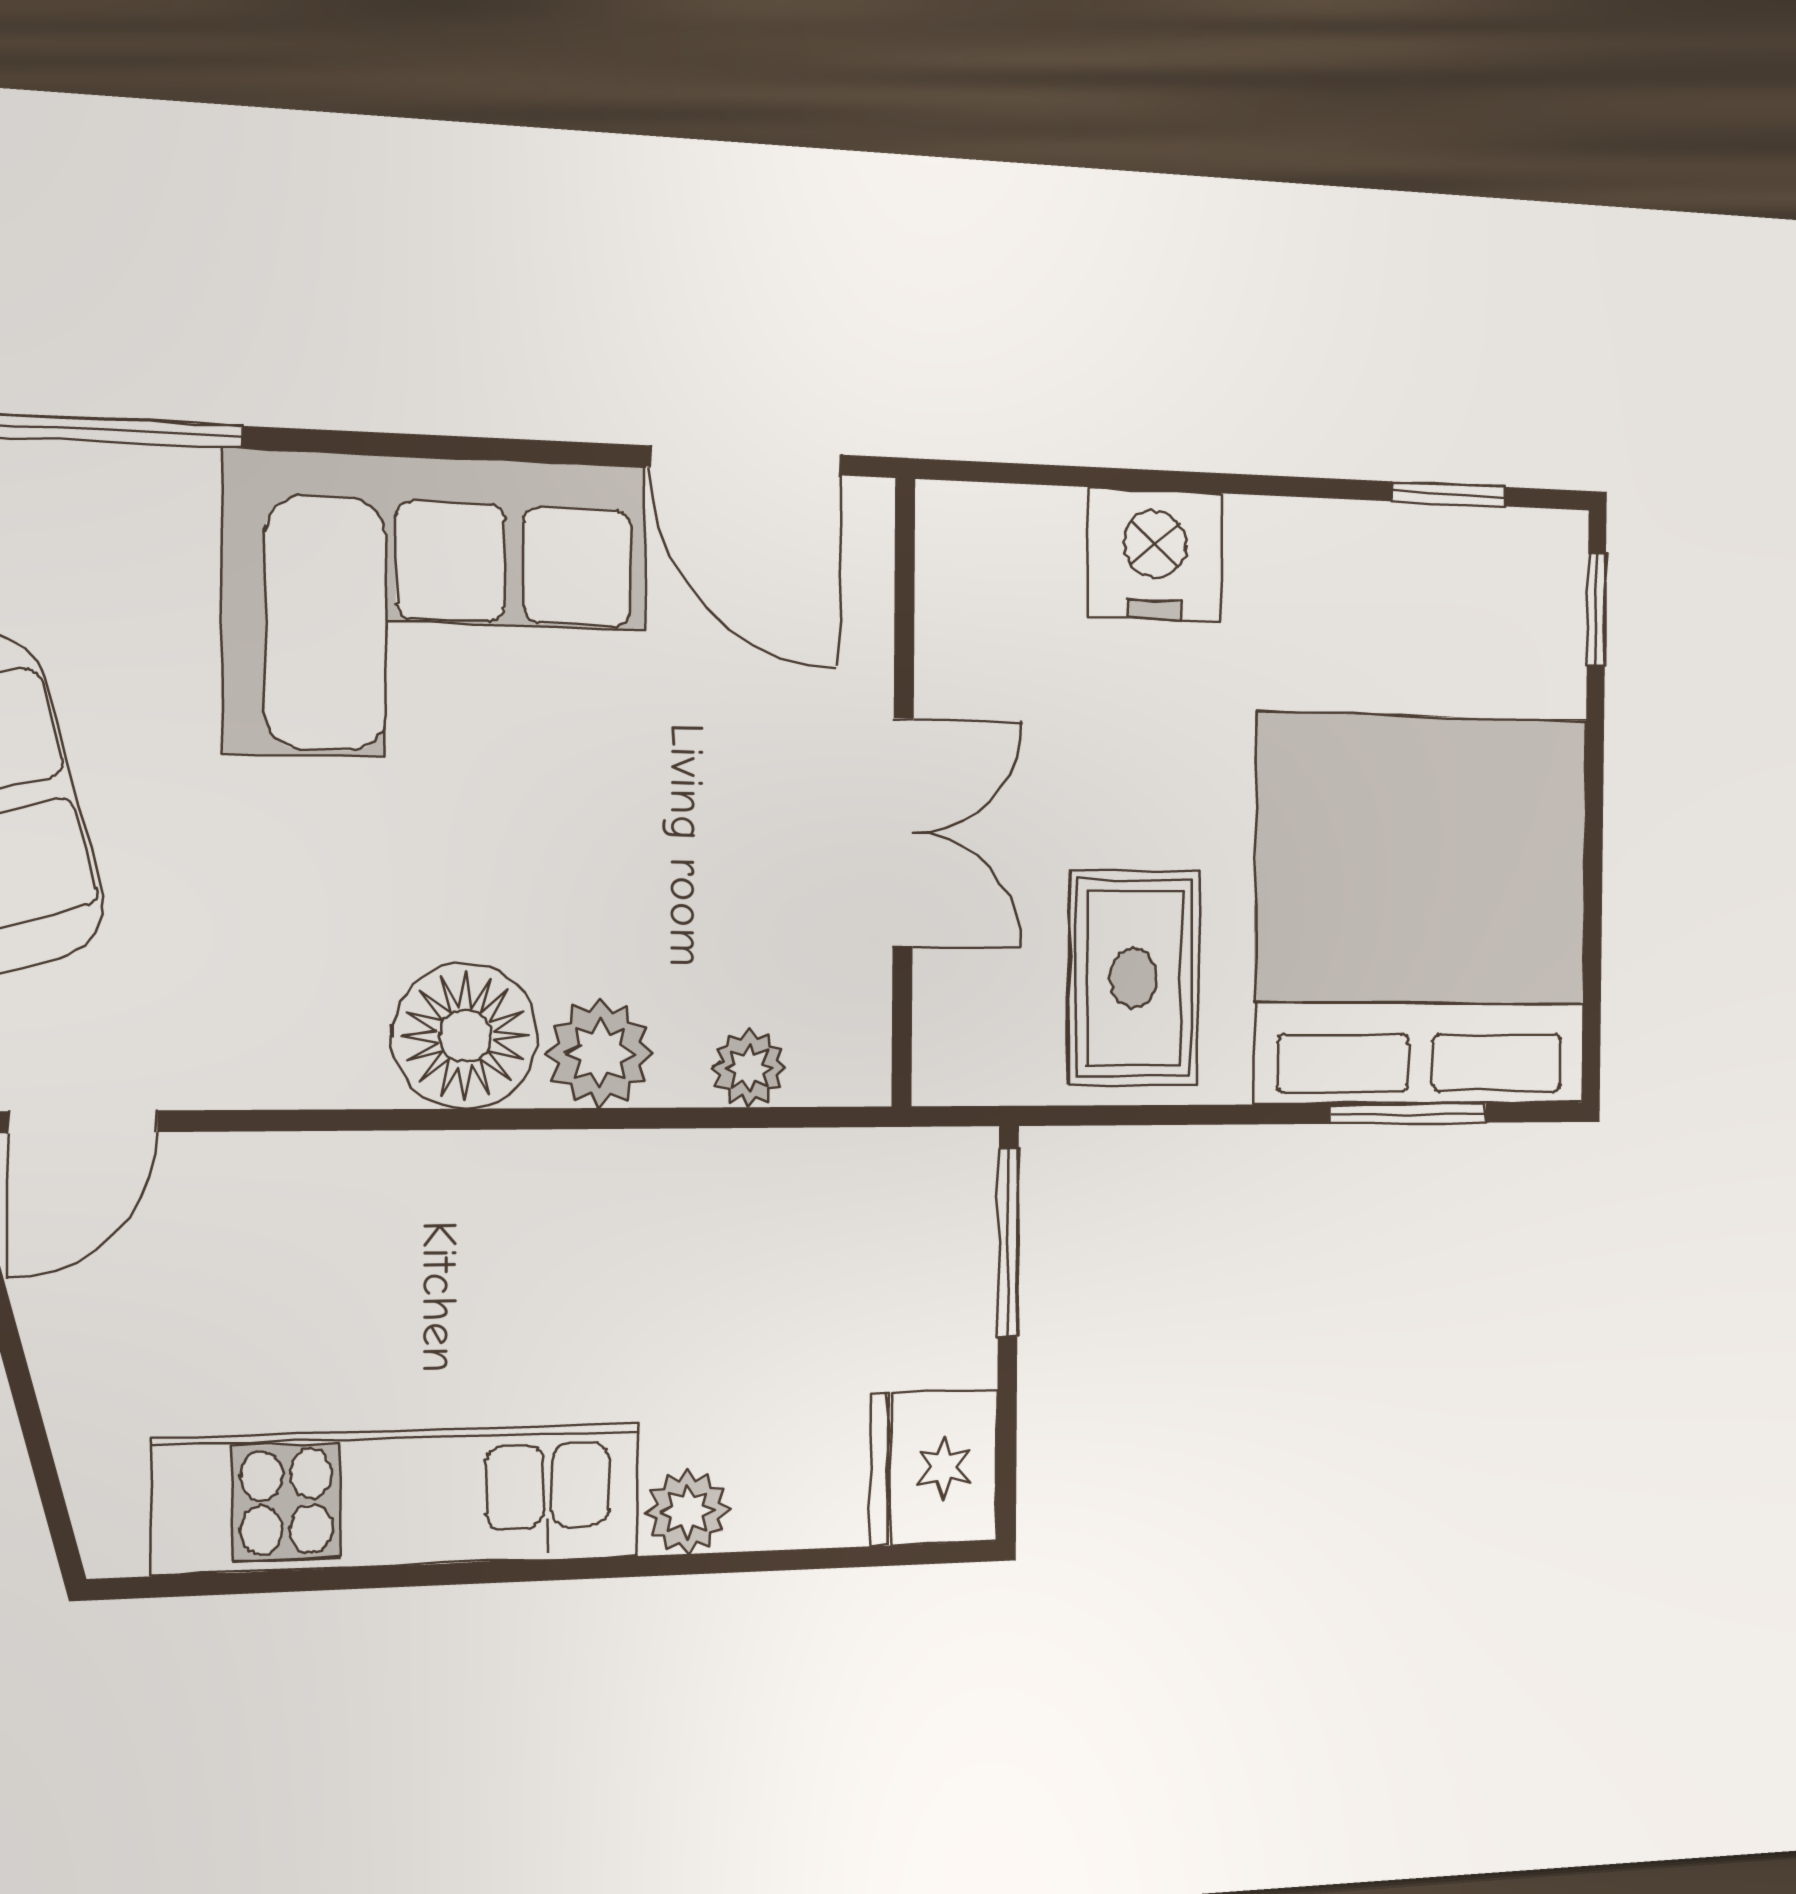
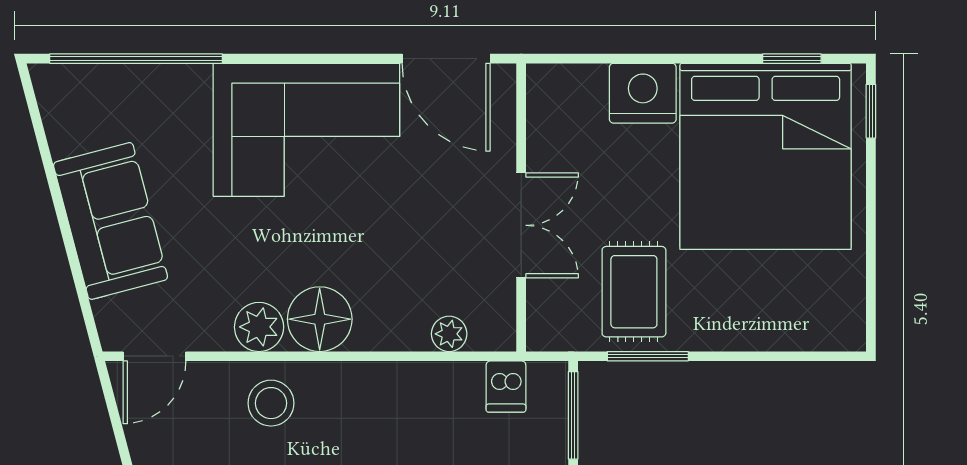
bed: (1422, 910) -> (766, 156), moved, turned 180
plant: (600, 1053) -> (259, 327), moved
window: (1408, 1113) -> (648, 356), moved
dishwasher: (869, 1183) -> (506, 387), added
stool: (355, 1226) -> (271, 403), added

